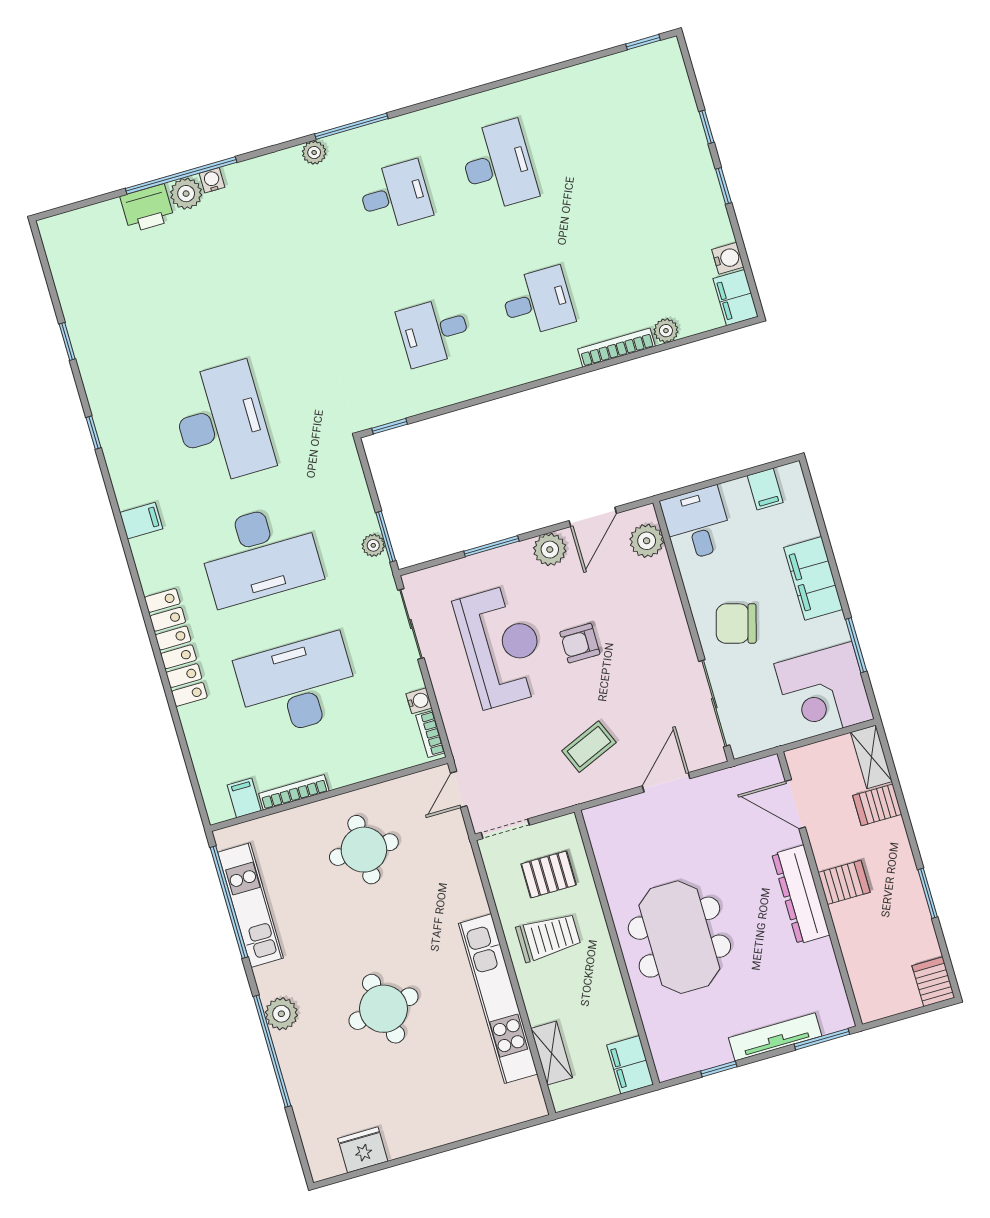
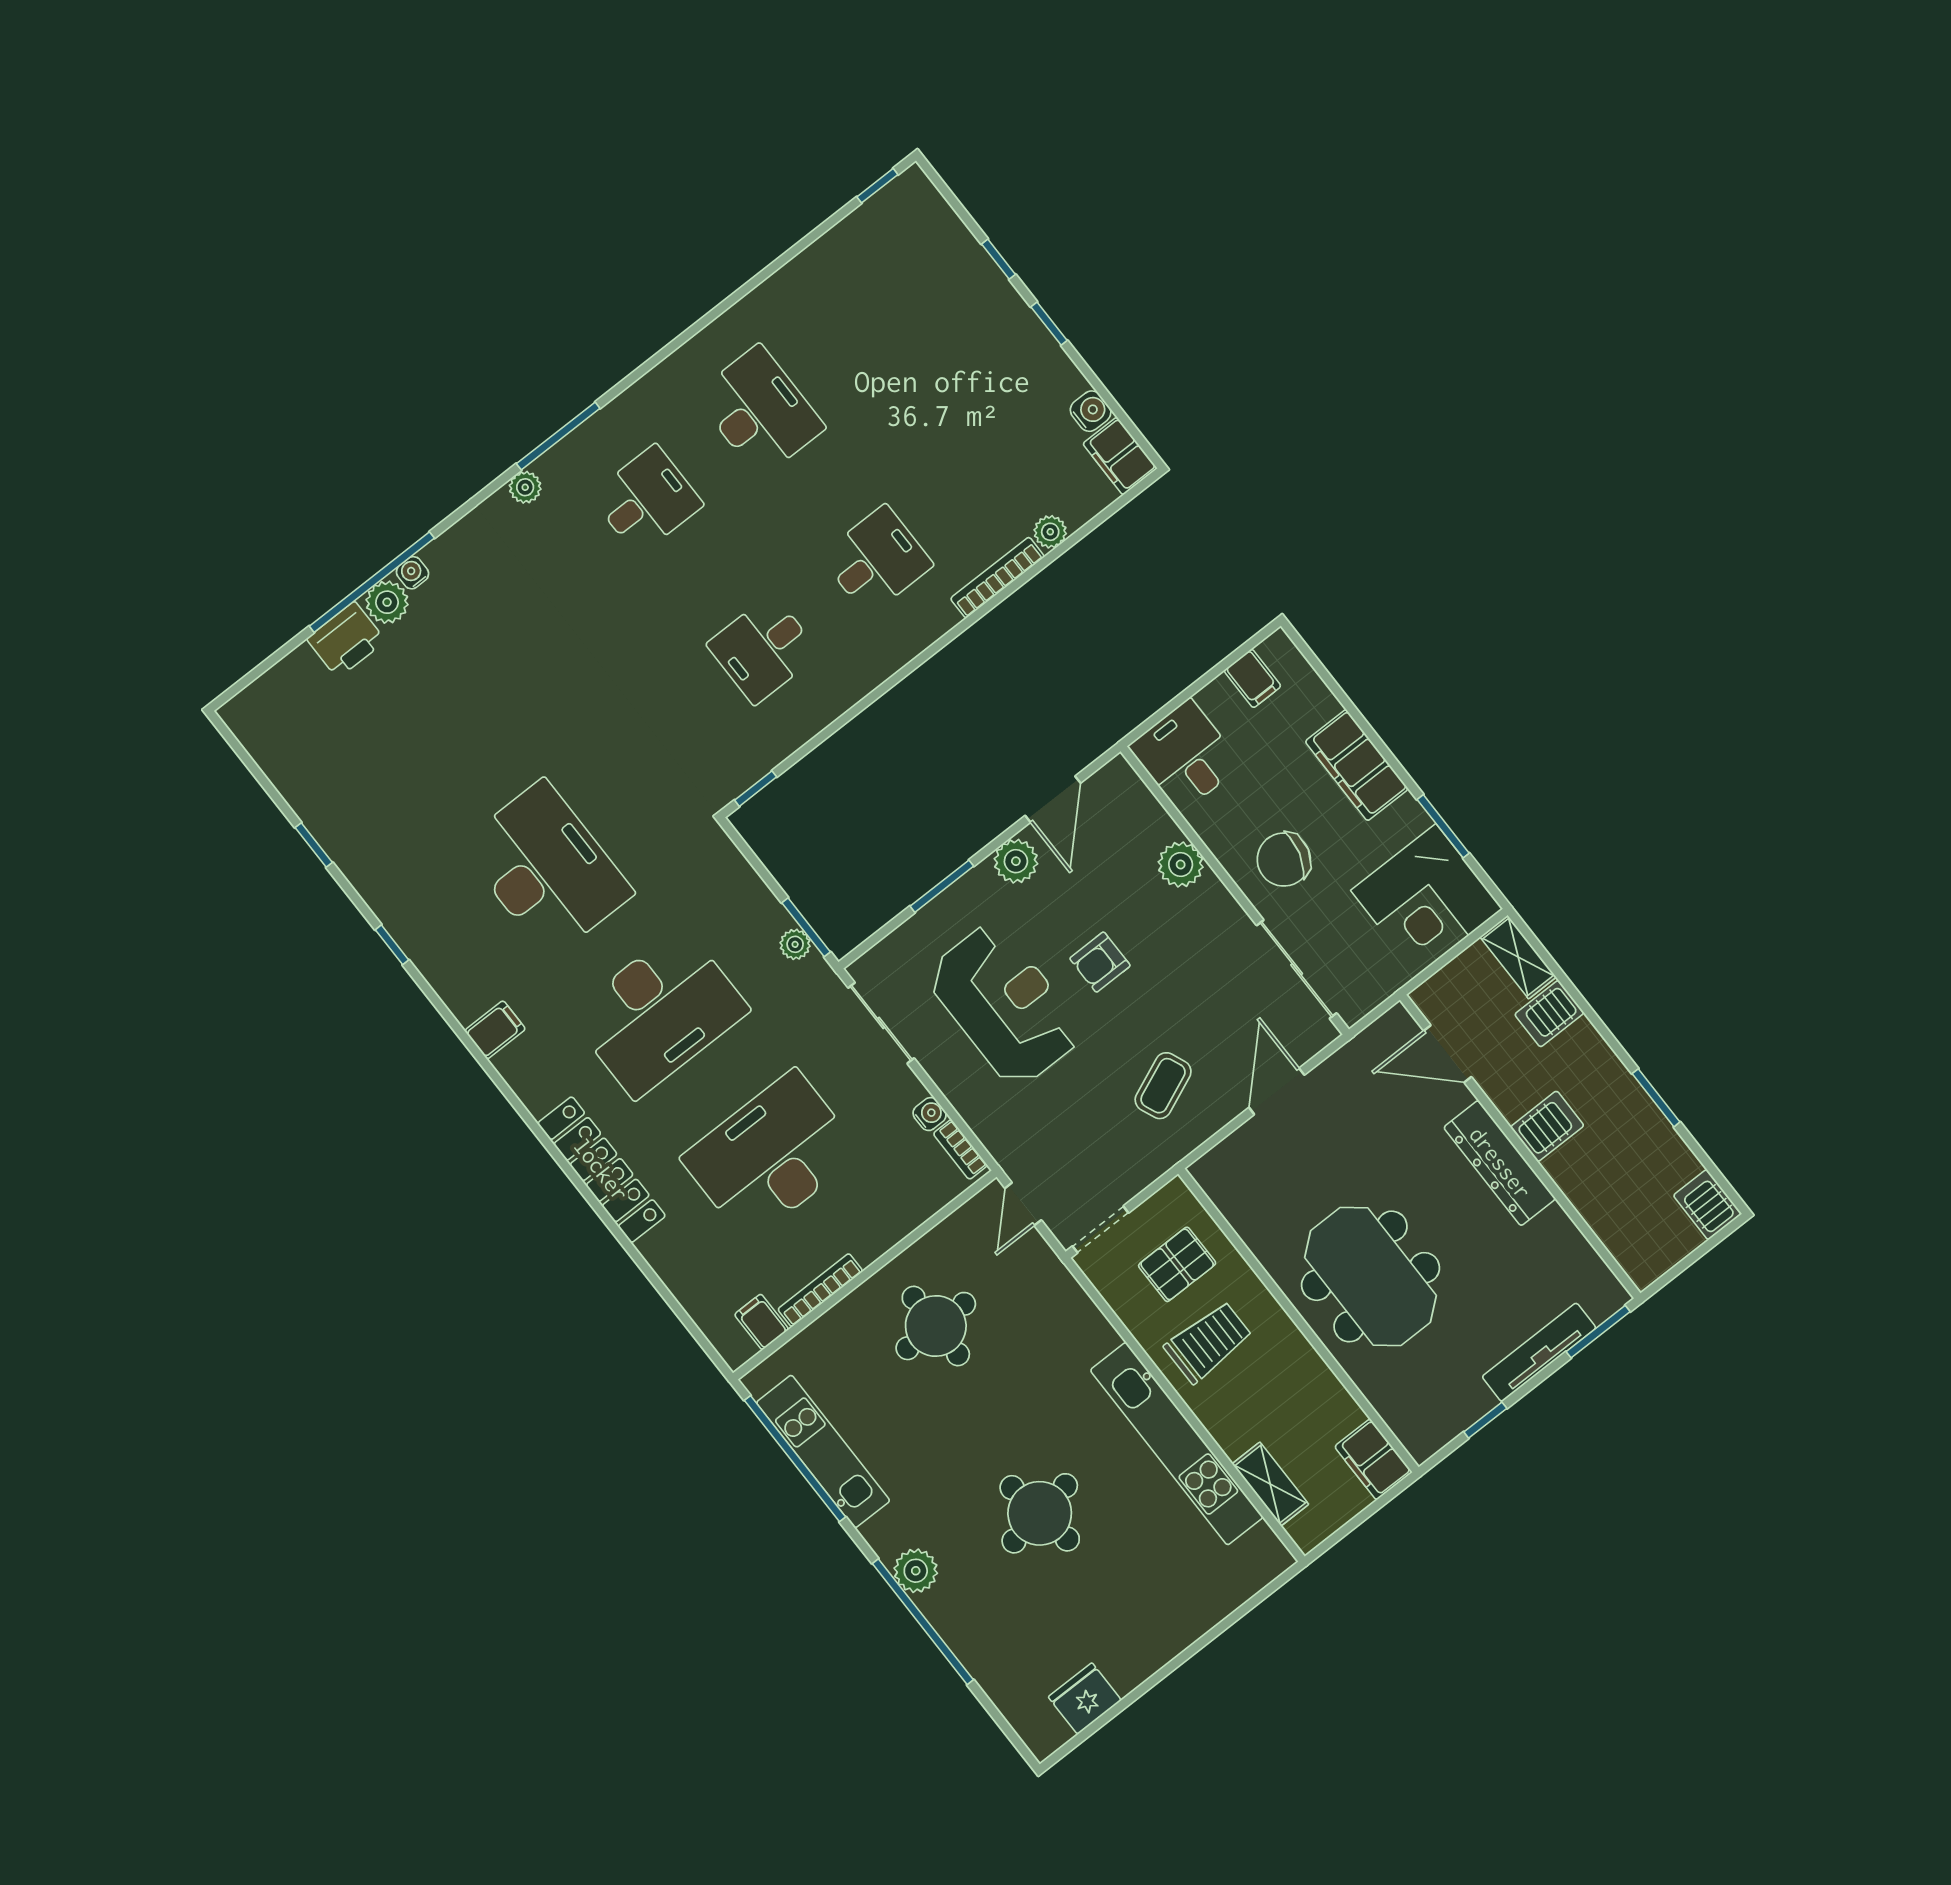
plant: (647, 541) -> (1181, 864), moved

